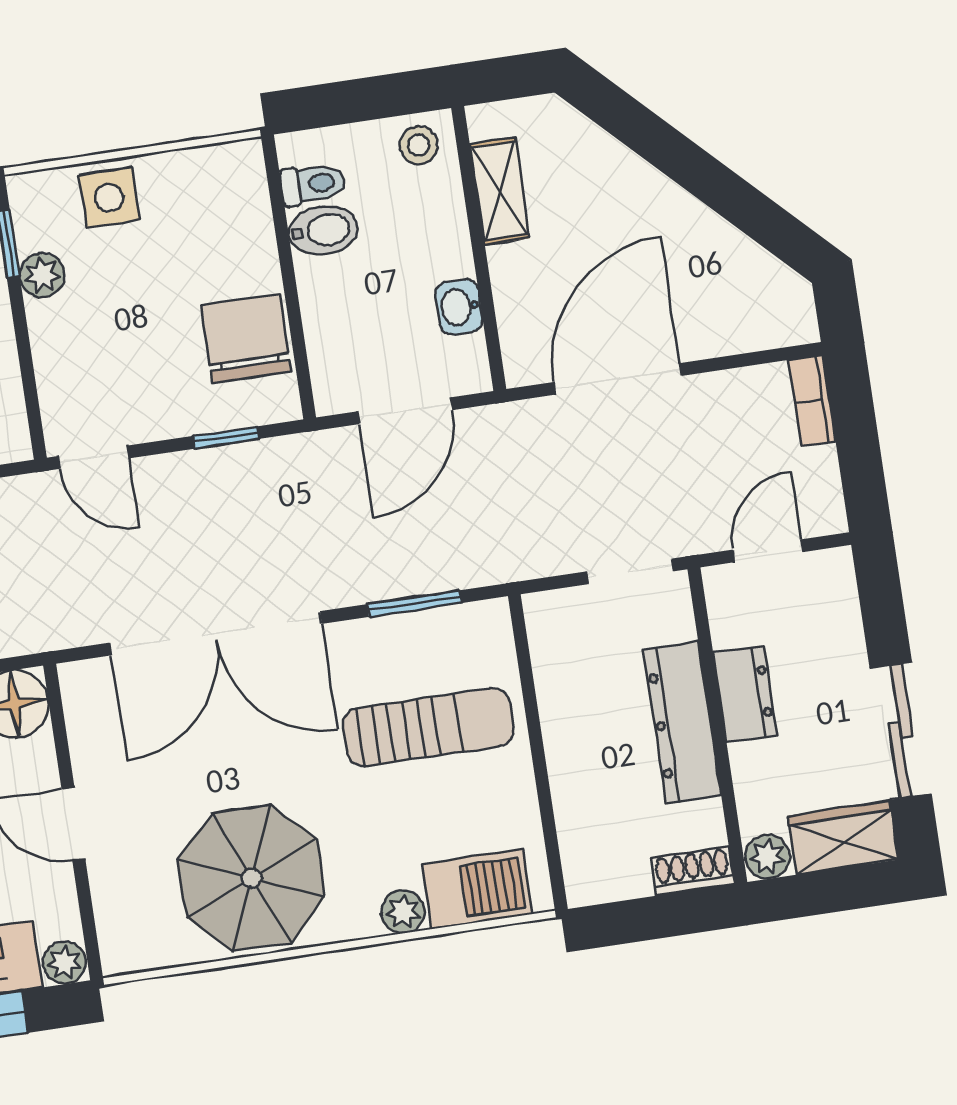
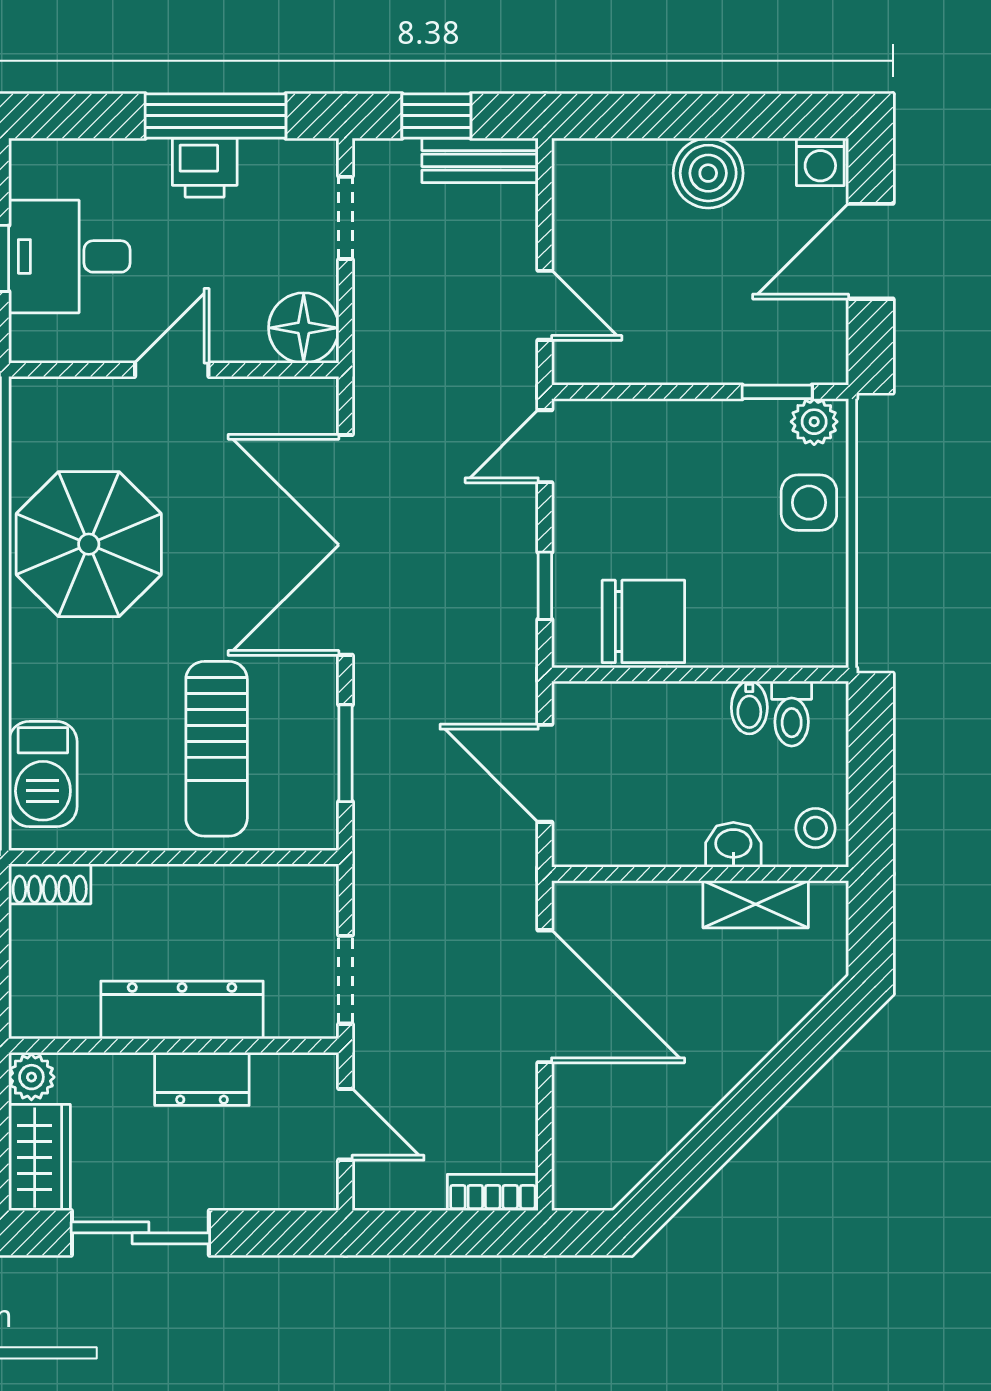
bidet: (323, 230) -> (749, 708), width x0.72, depth x0.74
plant: (42, 275) -> (814, 422), moved
washbasin: (459, 307) -> (733, 845), moved
shoe rack: (693, 871) -> (50, 884), moved, turned 90
plant: (403, 912) -> (31, 695), removed
plant: (64, 963) -> (31, 339), removed

